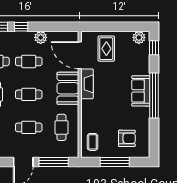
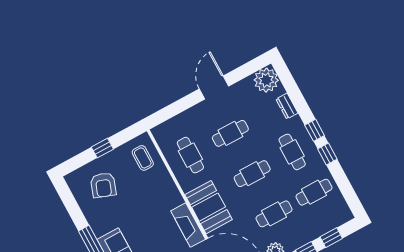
armchair: (127, 138) -> (103, 185), turned -70
window: (54, 162) -> (177, 108), removed
window: (115, 162) -> (102, 148), width x0.46

